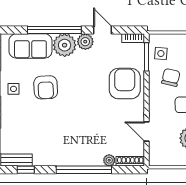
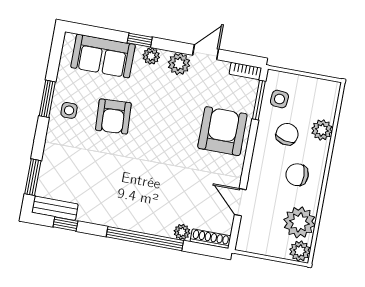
window: (54, 30) -> (140, 40), width x0.32
door: (103, 30) -> (206, 52), hinge flipped
plant: (65, 45) -> (151, 56), width x0.53, depth x0.53

